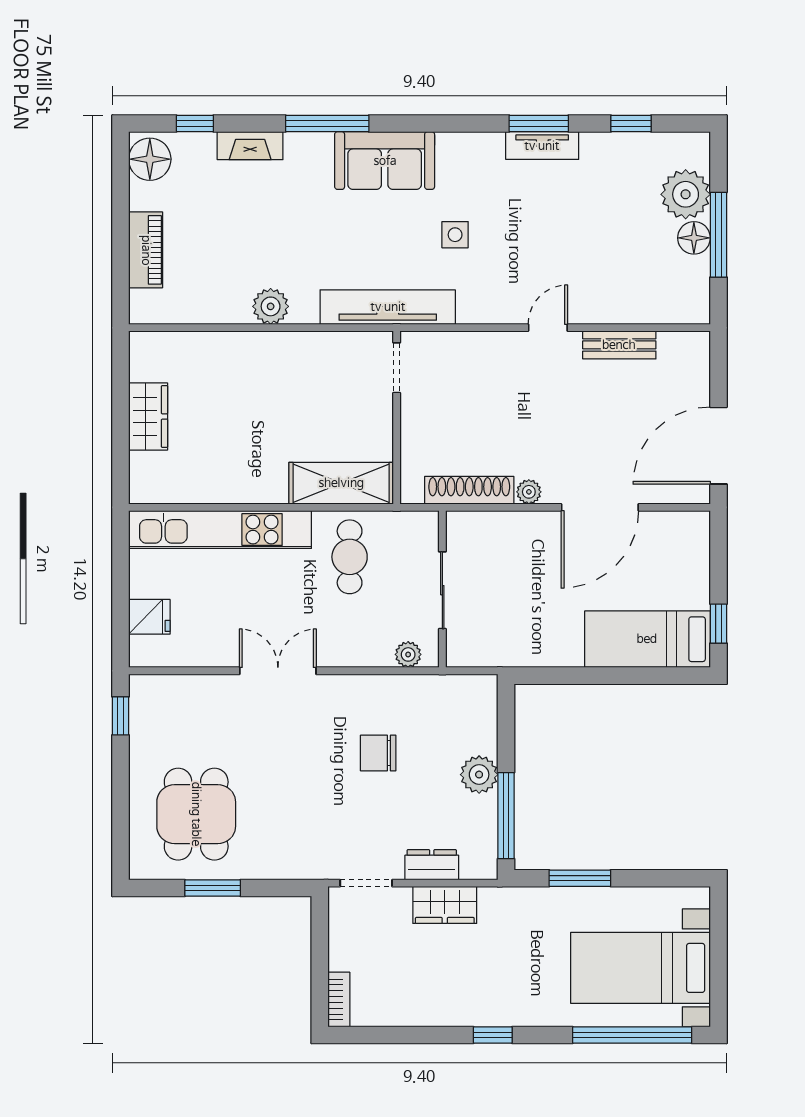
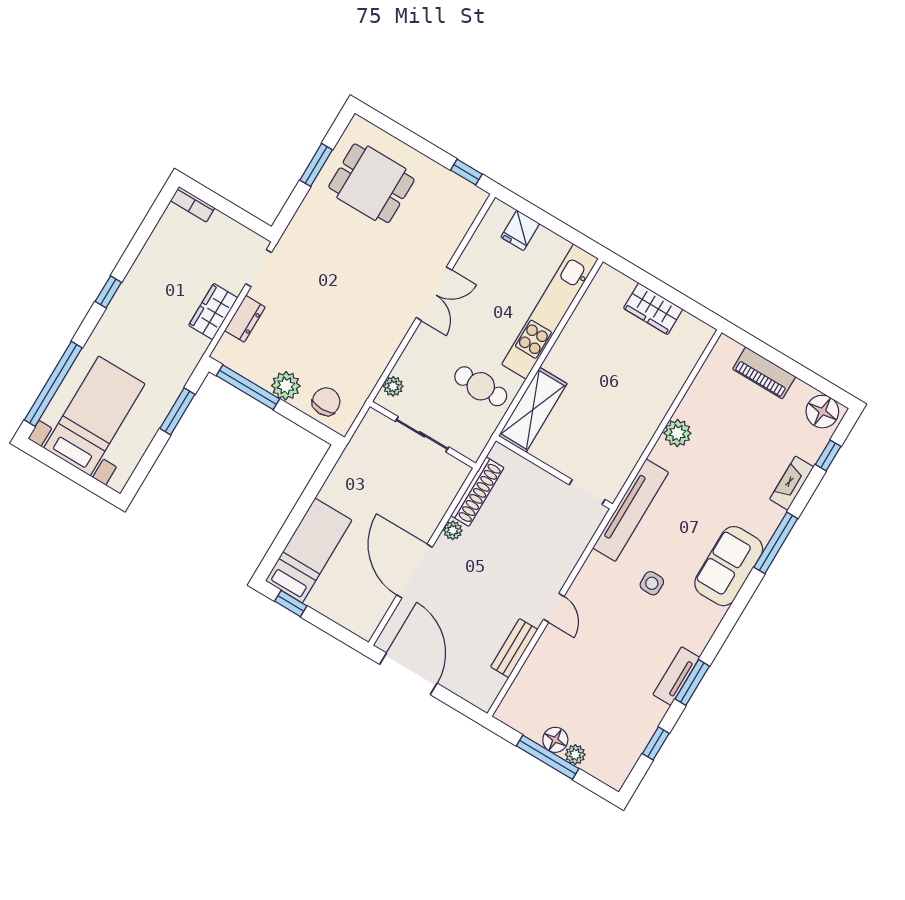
plant: (686, 194) -> (575, 755), width x0.53, depth x0.53
chair: (378, 753) -> (326, 402), moved

